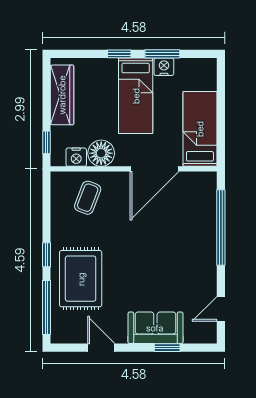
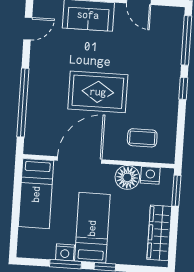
window: (46, 142) -> (176, 191), width x1.50
coffee table: (88, 198) -> (142, 138), turned 69
rug: (81, 279) -> (98, 92), moved, turned 90

